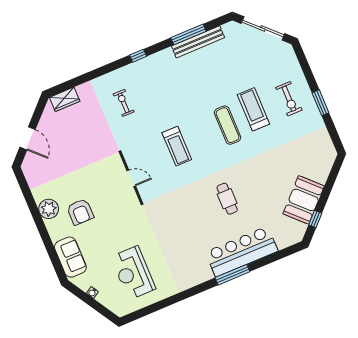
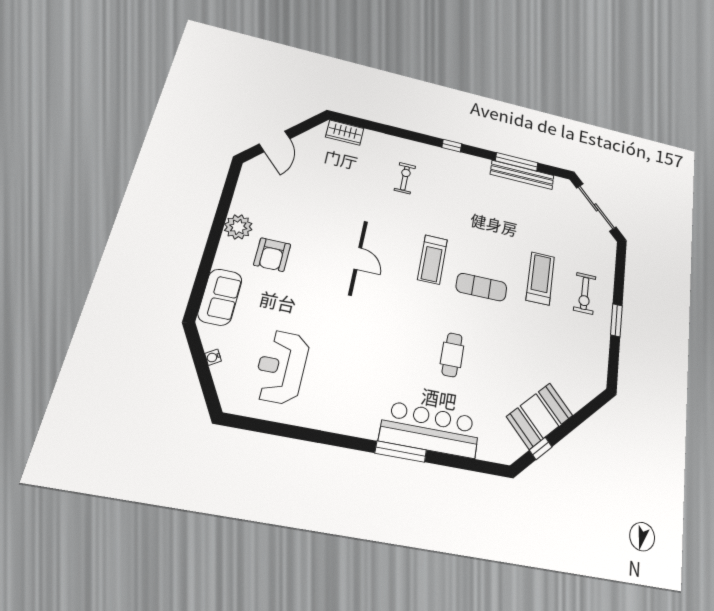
exercise mat: (228, 125) -> (481, 287), moved, turned 90

